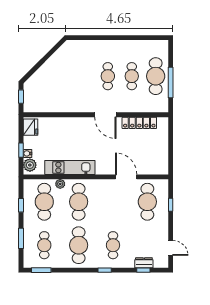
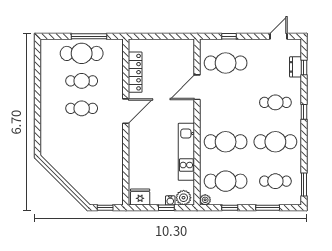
plant: (60, 184) -> (205, 200), moved

